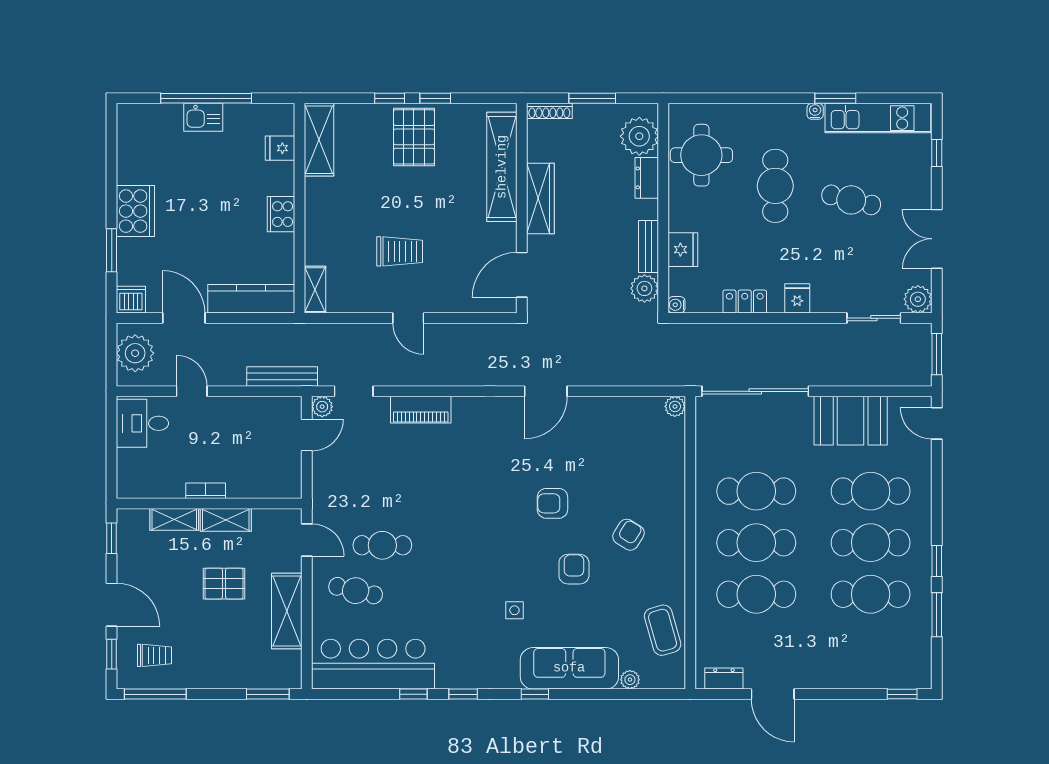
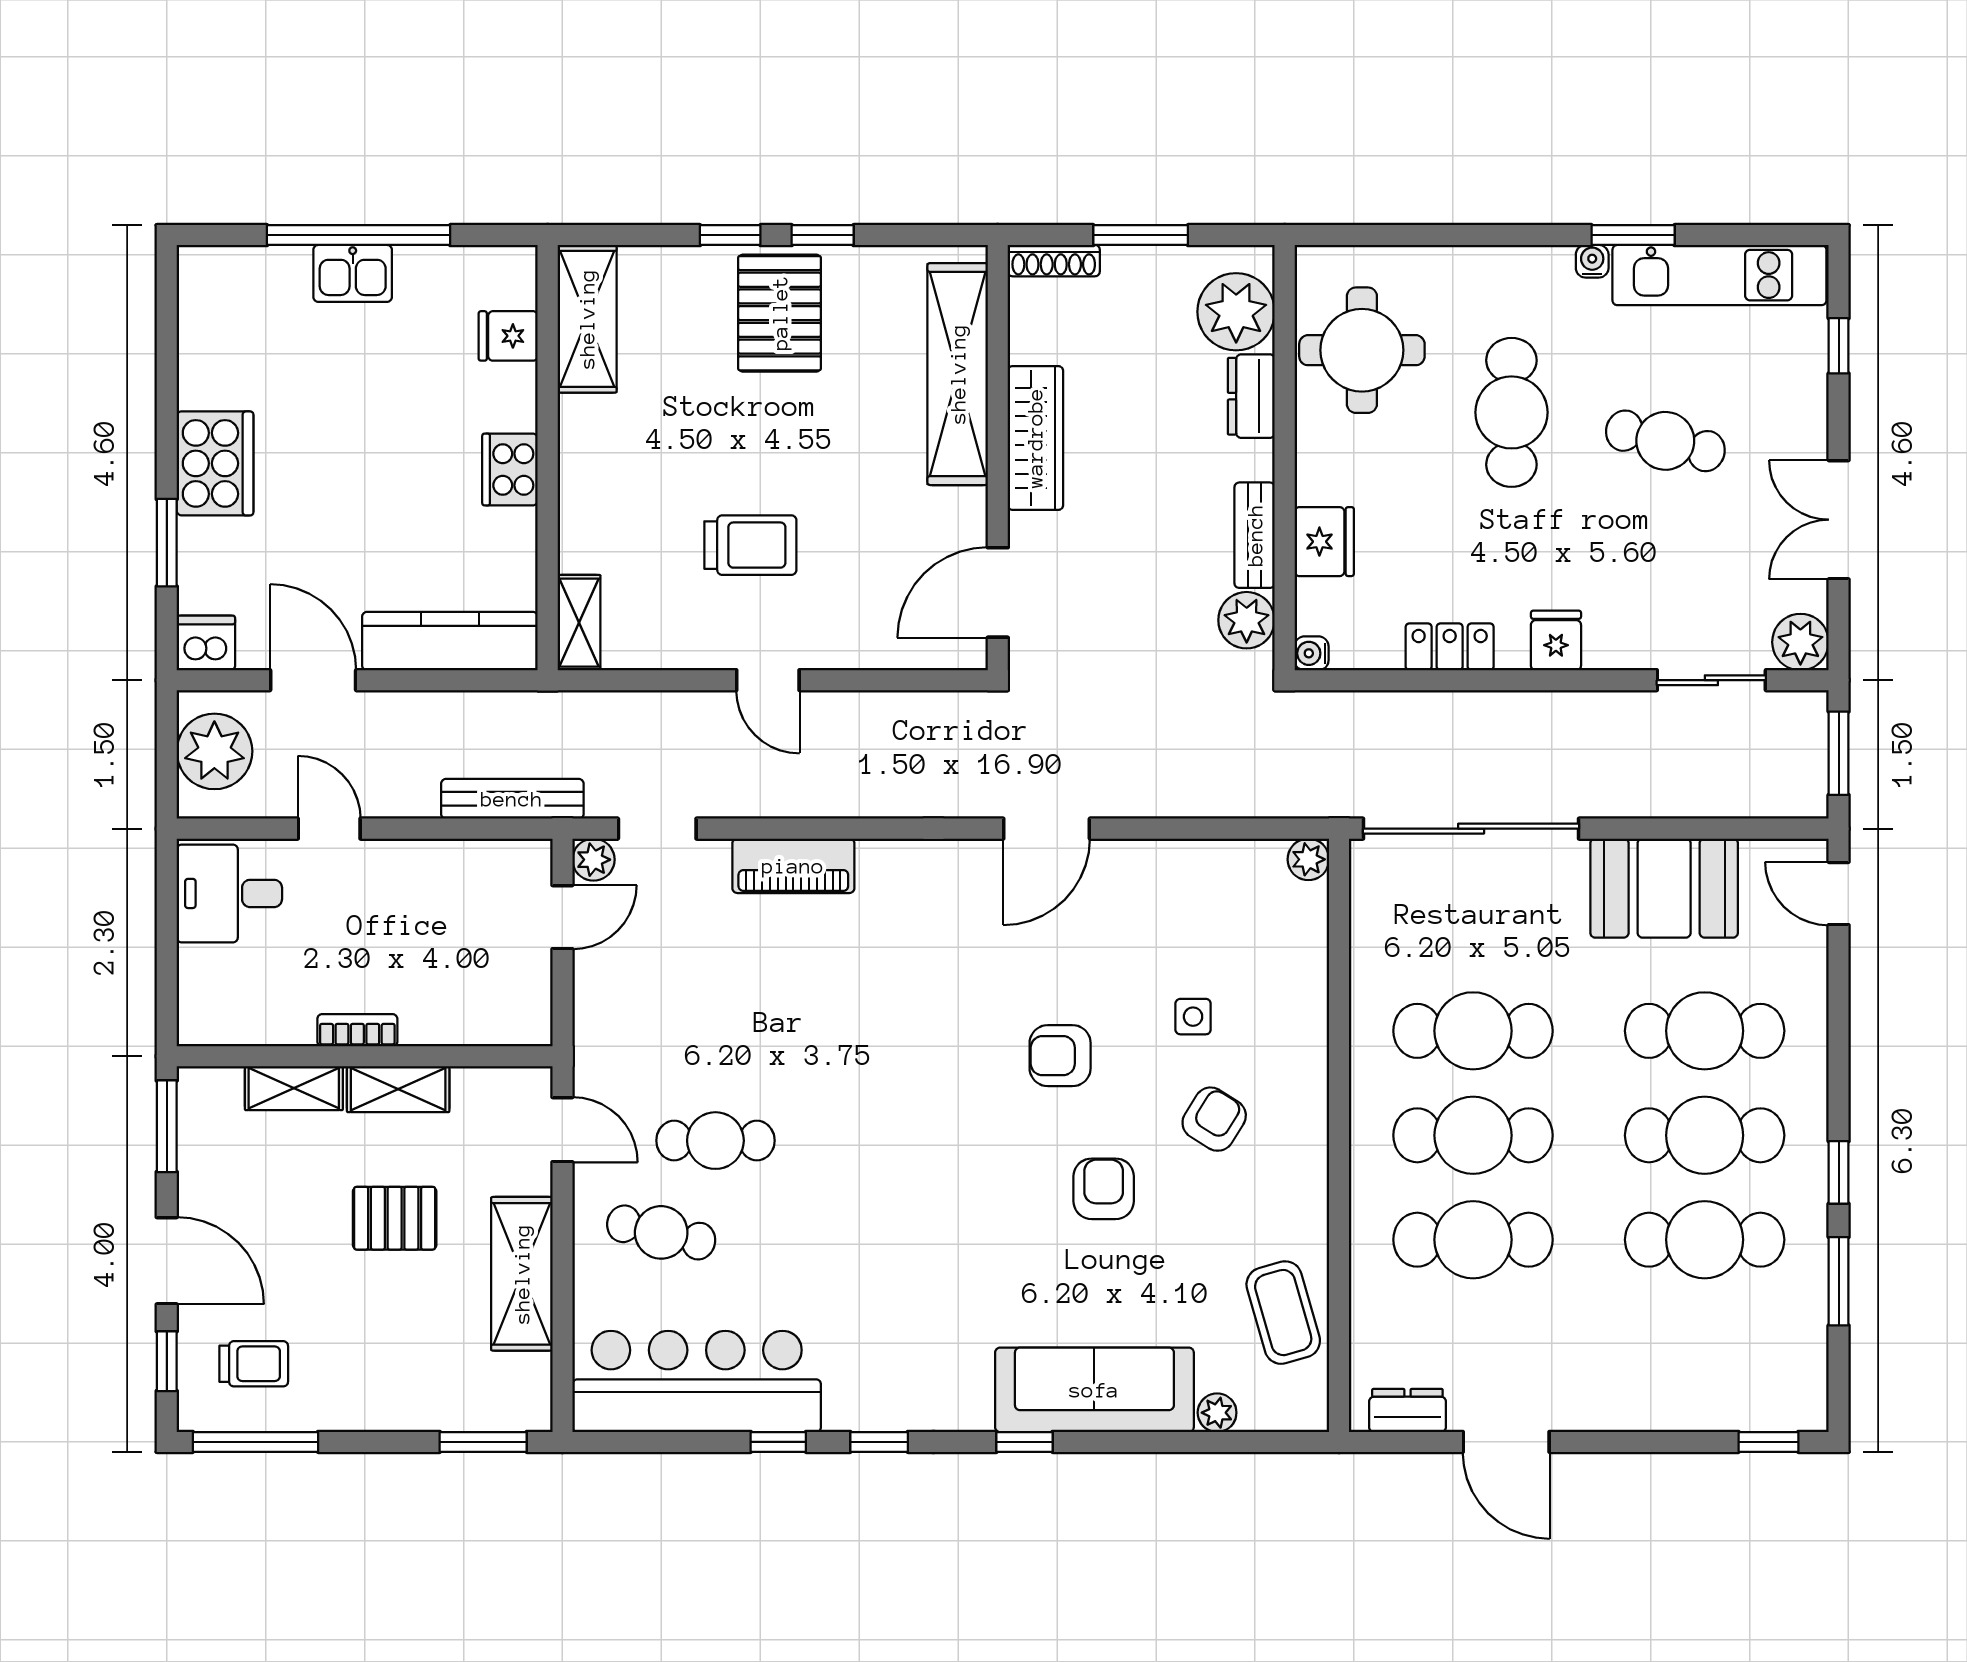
window: (112, 538) -> (167, 1126), width x1.50
side table: (514, 610) -> (1193, 1017), moved

